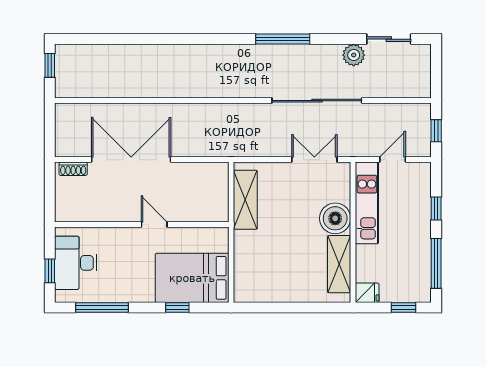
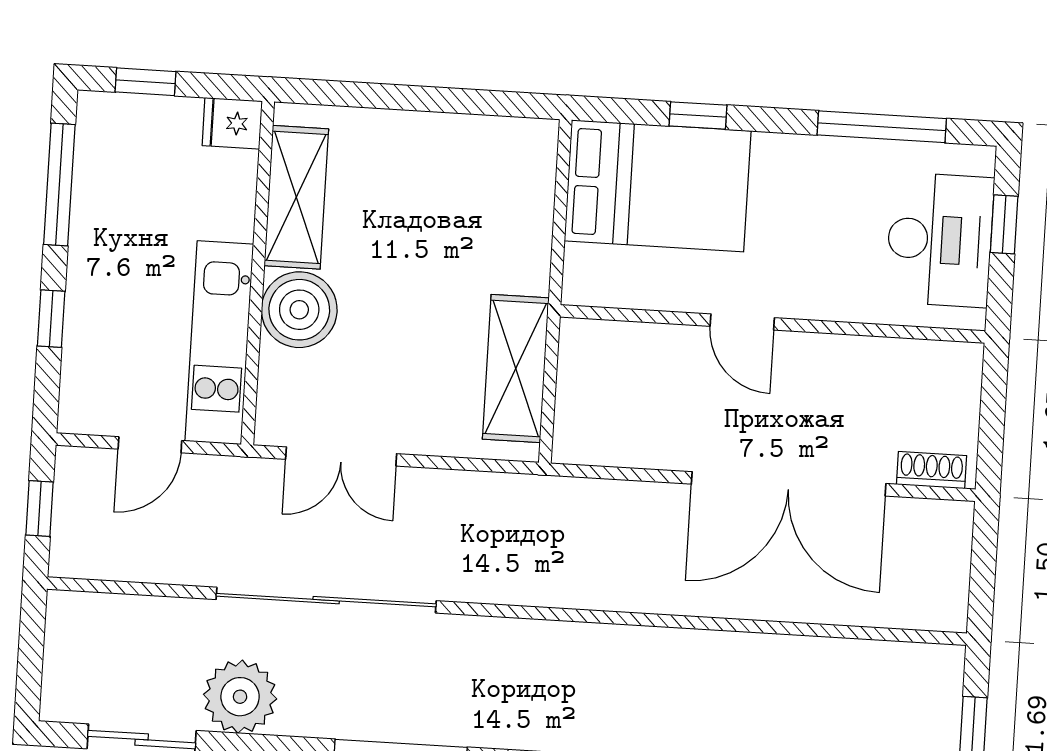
plant: (354, 55) -> (240, 697), width x1.36, depth x1.36

